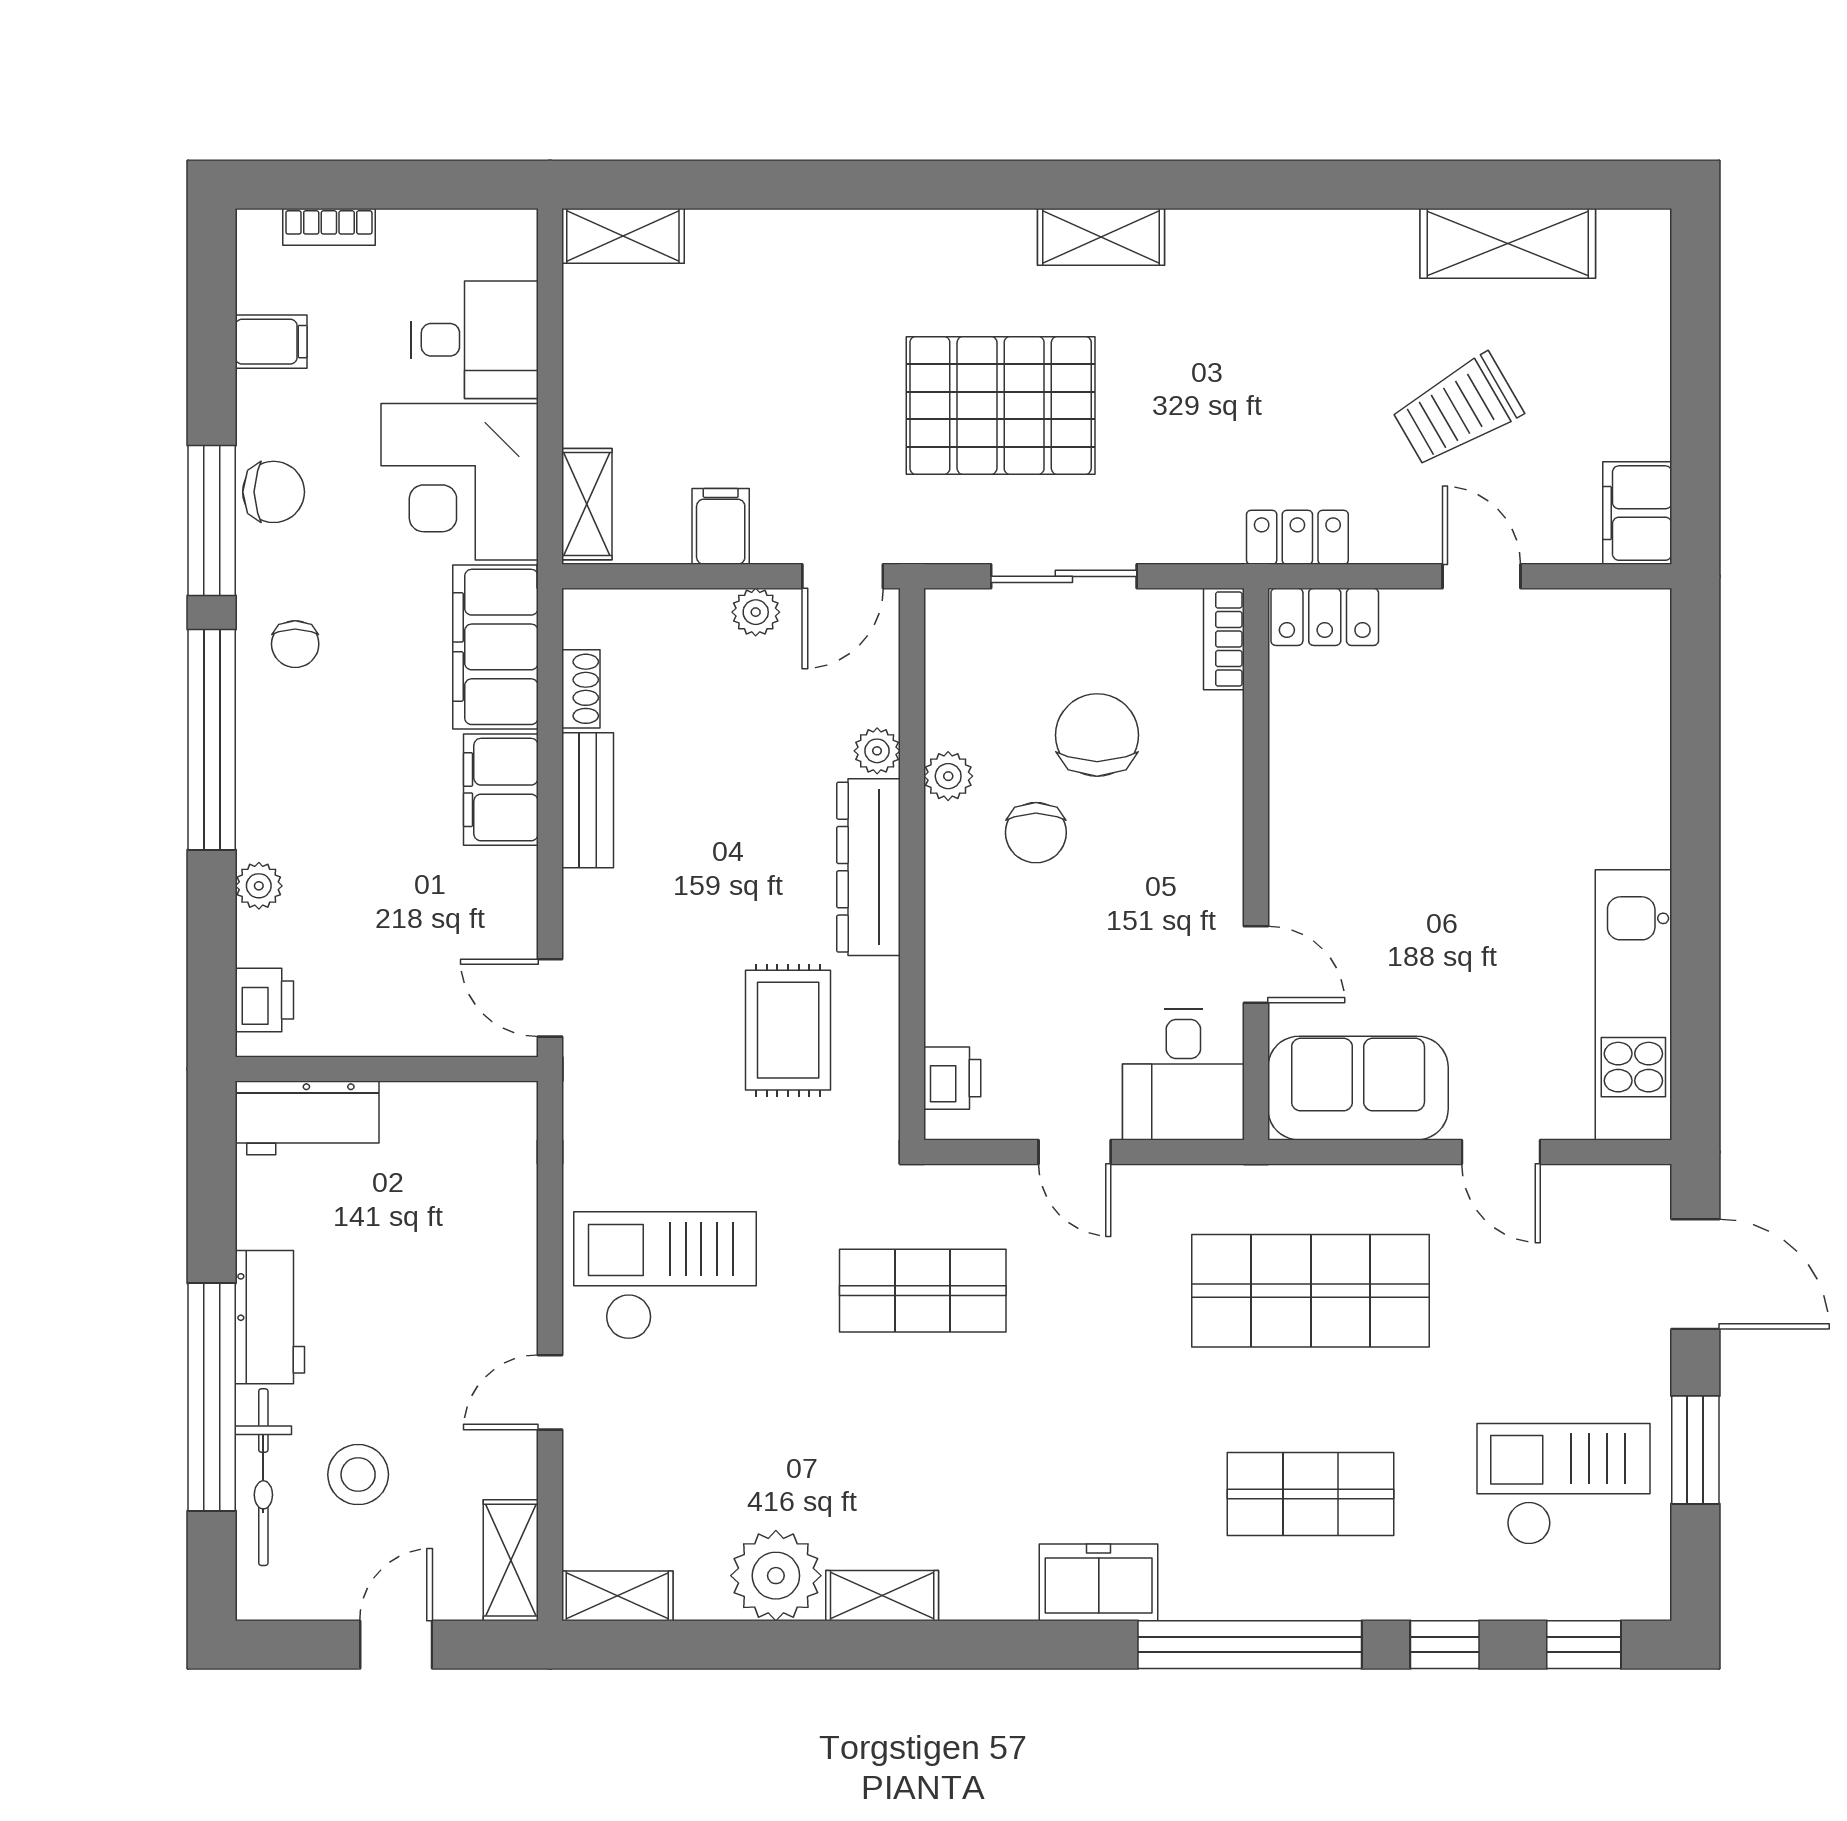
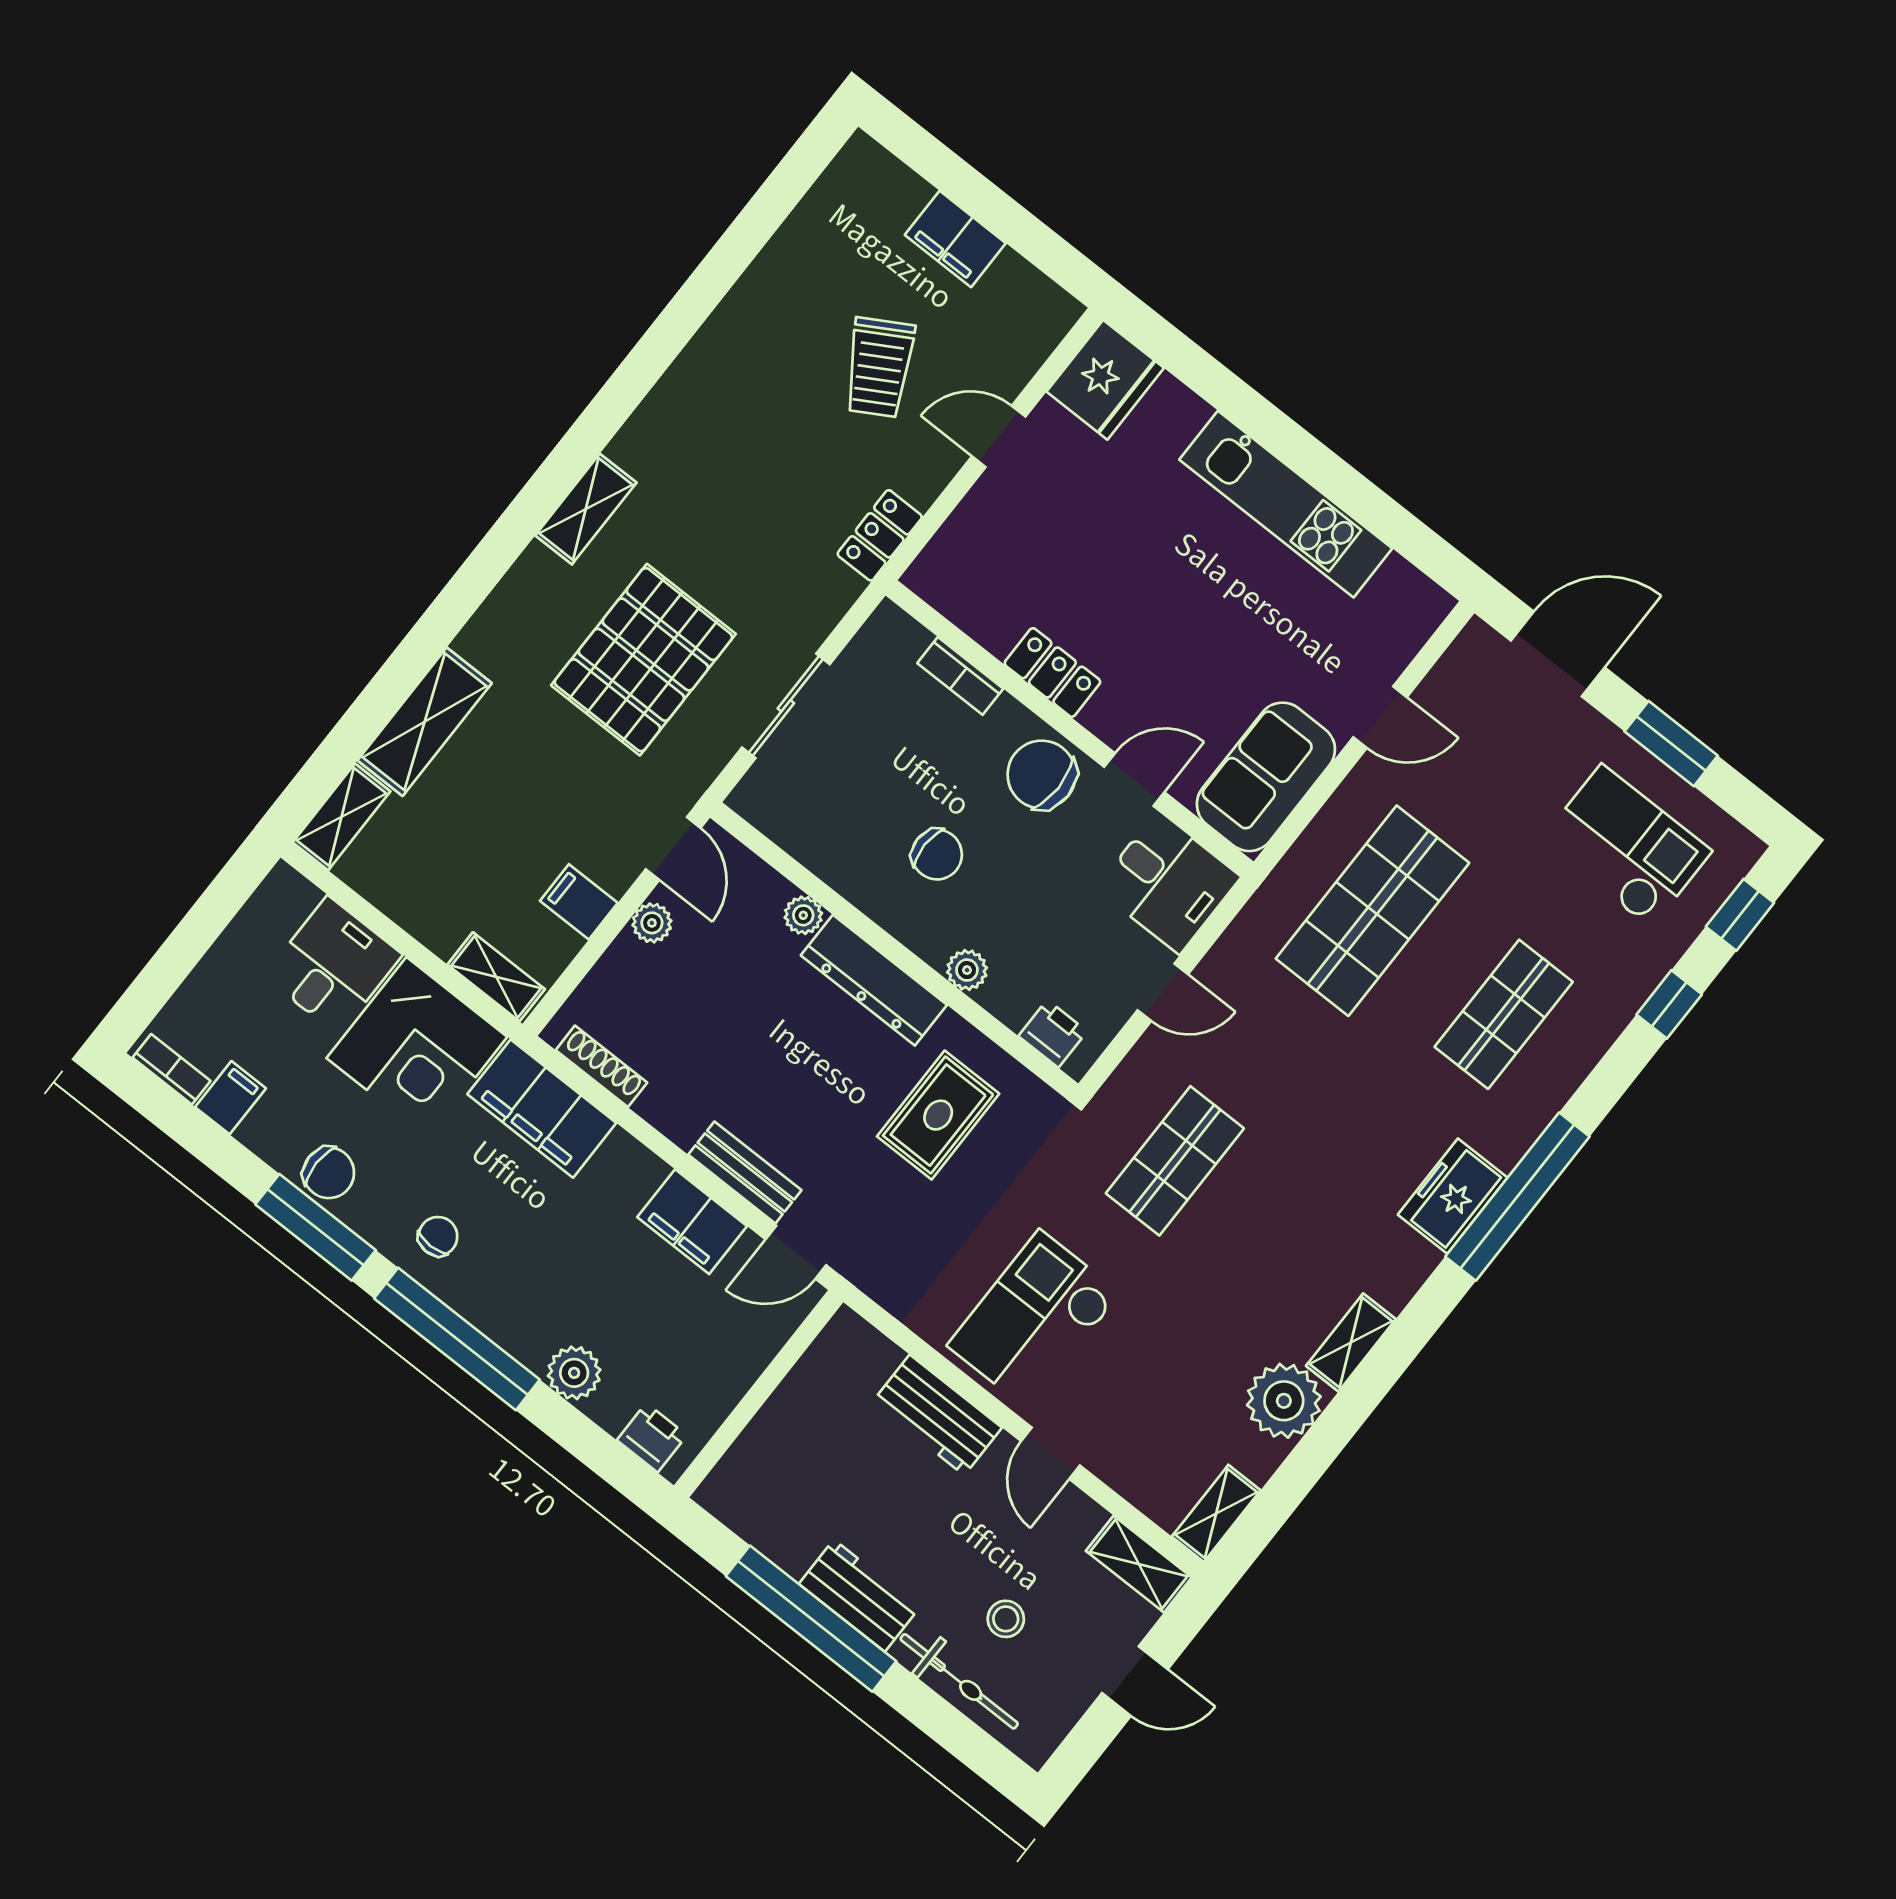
bookcase: (329, 227) -> (172, 1069), moved, turned -90
shelving: (1508, 243) -> (425, 722), moved
chair: (274, 492) -> (329, 1173), turned 90
filing cabinet: (1637, 513) -> (955, 239), moved
locker: (1325, 617) -> (1052, 673), moved, turned -90
fridge: (1616, 635) -> (1105, 380), added
bookcase: (1224, 639) -> (960, 676), moved
chair: (295, 644) -> (438, 1236), turned -90
shoe rack: (581, 689) -> (601, 1066), width x1.43
chair: (1097, 735) -> (1042, 775), moved
plant: (948, 776) -> (967, 970), moved
filing cabinet: (501, 790) -> (692, 1222), moved
bench: (588, 800) -> (745, 1172), moved
plant: (259, 886) -> (574, 1373), width x1.38, depth x1.38
kitchen unit: (1633, 1005) -> (1286, 504), moved
rug: (788, 1030) -> (938, 1115), turned 90
workbench: (307, 1118) -> (937, 1415), moved, turned 90
window: (212, 1397) -> (811, 1619), moved
stool: (358, 1475) -> (1006, 1619), width x0.73, depth x0.73
checkout: (1563, 1484) -> (1626, 846), turned 90
door: (396, 1645) -> (1135, 1681), swing flipped
window: (1250, 1645) -> (1517, 1197), moved

